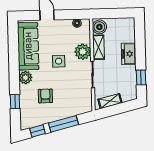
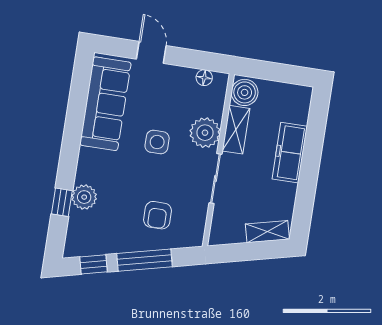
freezer: (129, 54) -> (290, 153), width x1.40
window: (141, 77) -> (305, 201), removed
plant: (26, 78) -> (84, 197), moved
armchair: (45, 96) -> (157, 215), moved, turned 180
shelving: (110, 101) -> (267, 232), moved

